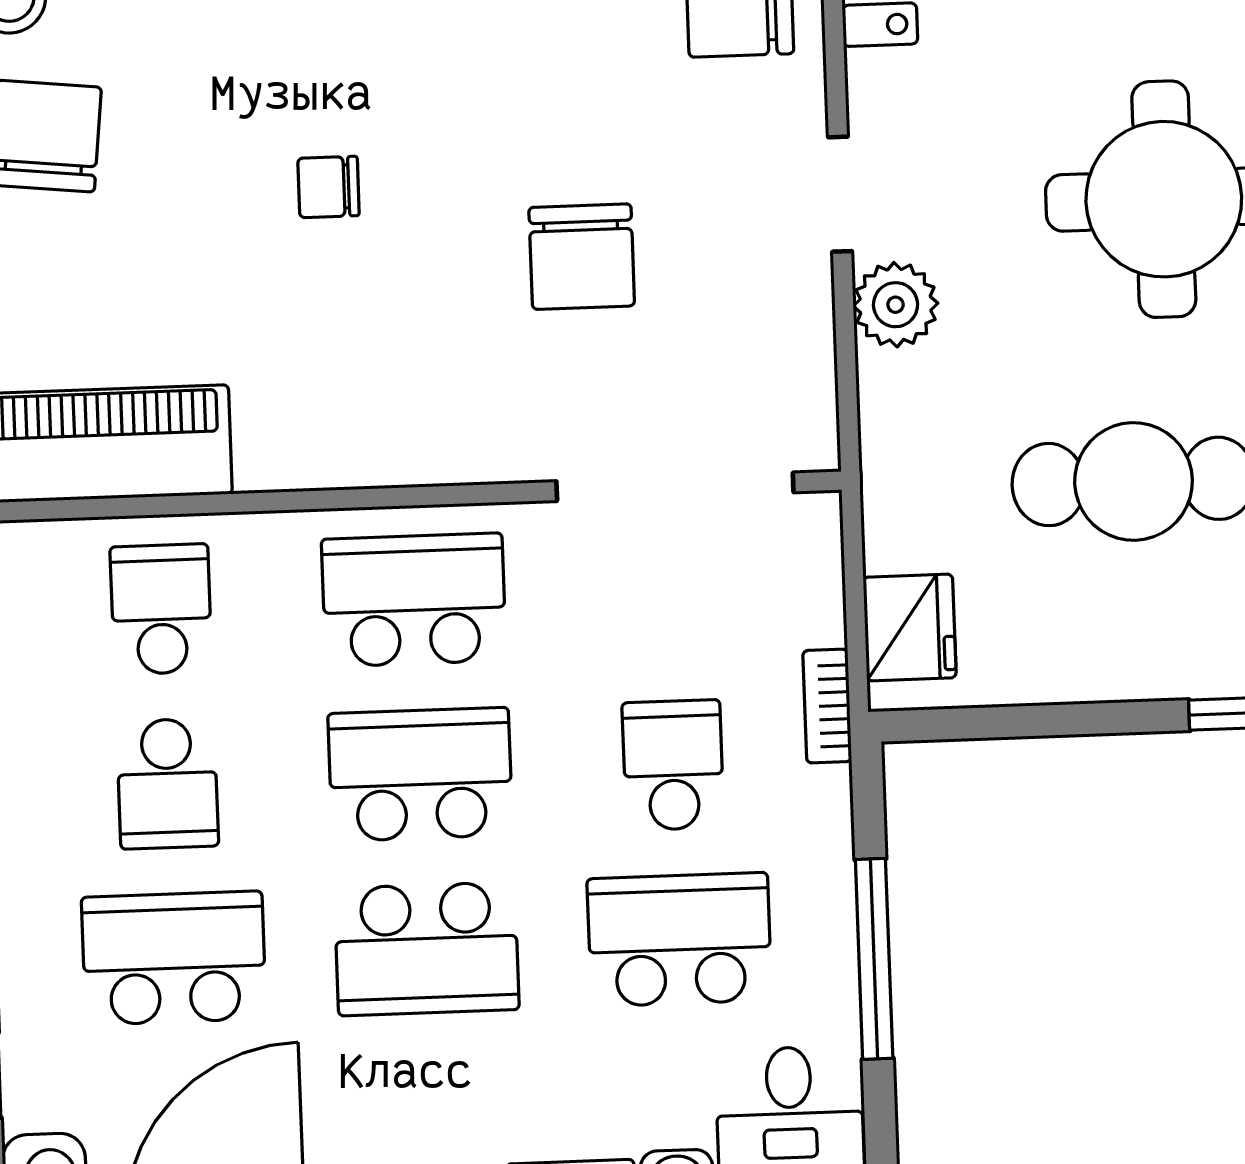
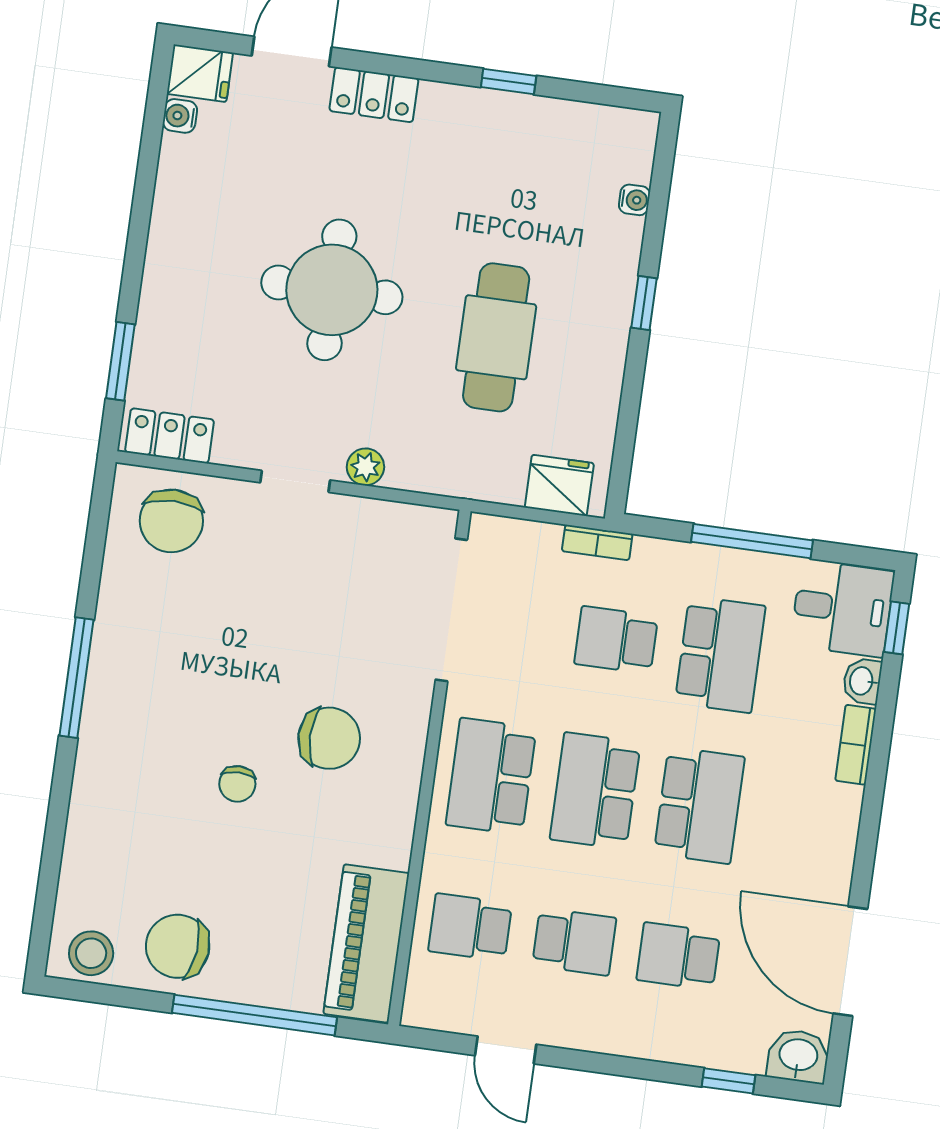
chair: (582, 257) -> (329, 738), moved
plant: (896, 305) -> (365, 467), width x0.73, depth x0.73
school desk: (679, 940) -> (720, 654), turned 180
school desk: (174, 958) -> (678, 956), width x0.54

